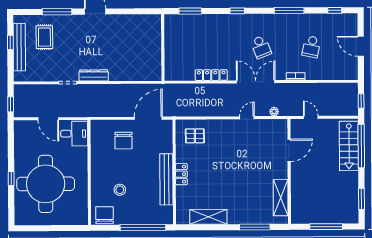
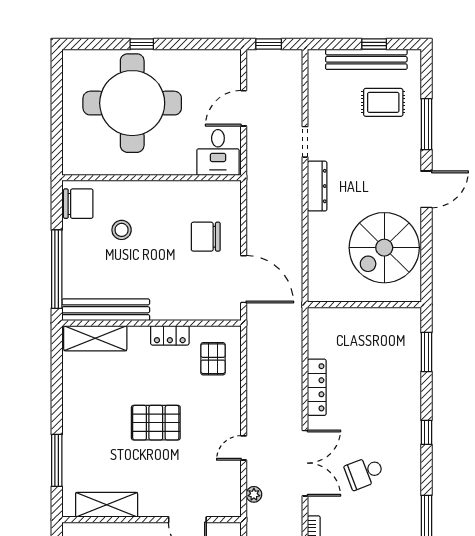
spiral stairs: (129, 36) -> (384, 248), added
door: (247, 118) -> (244, 448), swing flipped
pallet: (232, 169) -> (156, 423), added
locker: (181, 174) -> (170, 335), moved
bench: (166, 179) -> (106, 310), moved
shelving: (208, 217) -> (95, 338), moved, turned 90

